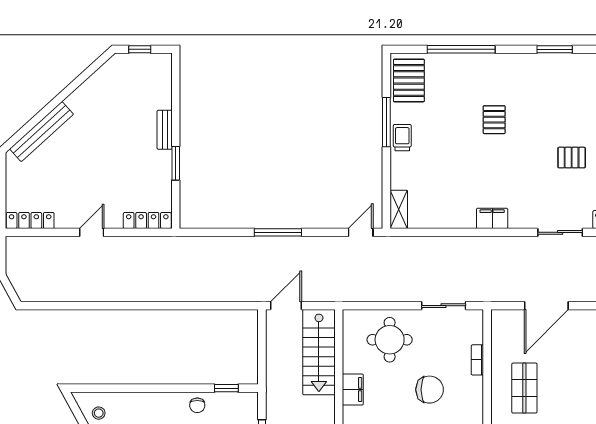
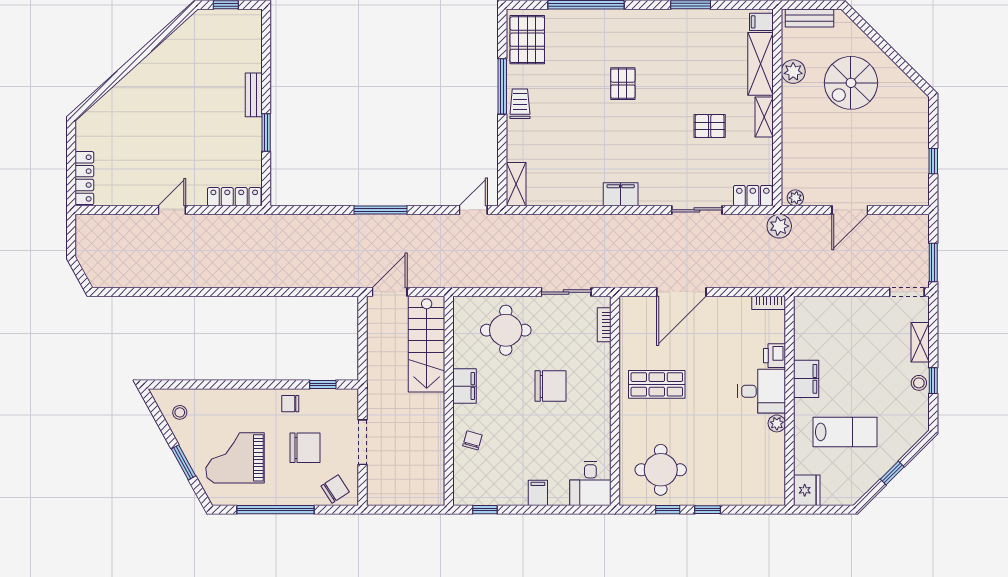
bench: (42, 132) -> (116, 97), removed
locker: (30, 221) -> (84, 178), moved, turned 90
bookcase: (477, 360) -> (604, 325), moved
shop shelf: (524, 388) -> (657, 384), turned 90
chair: (197, 405) -> (290, 404), turned 90

